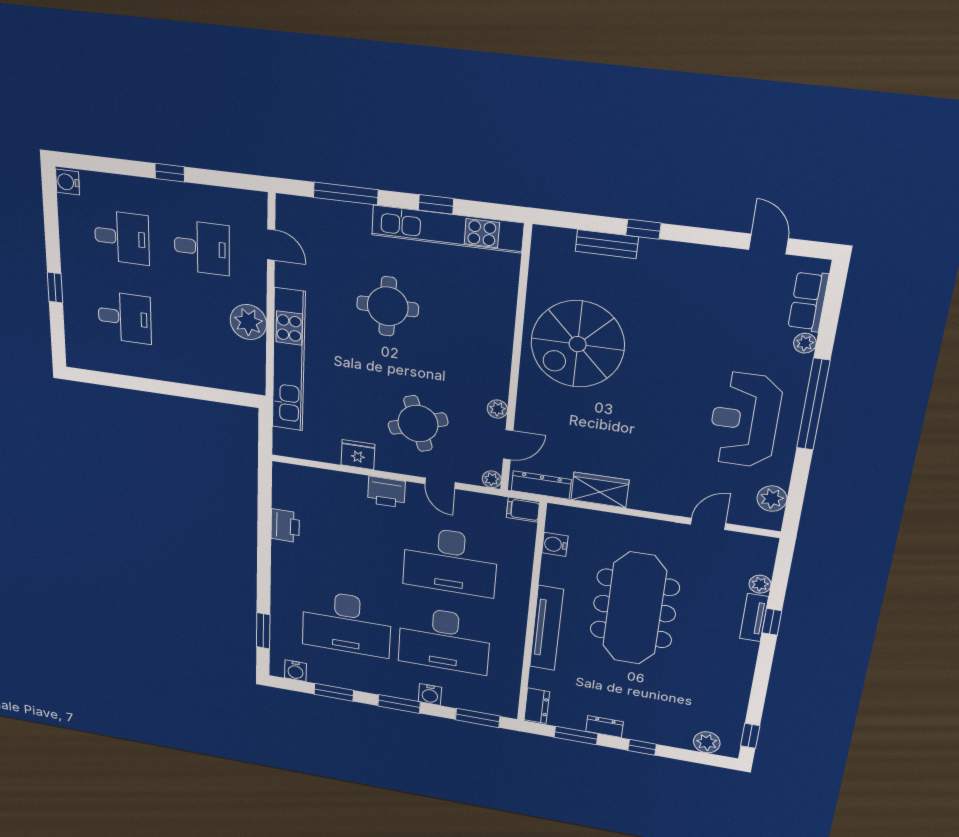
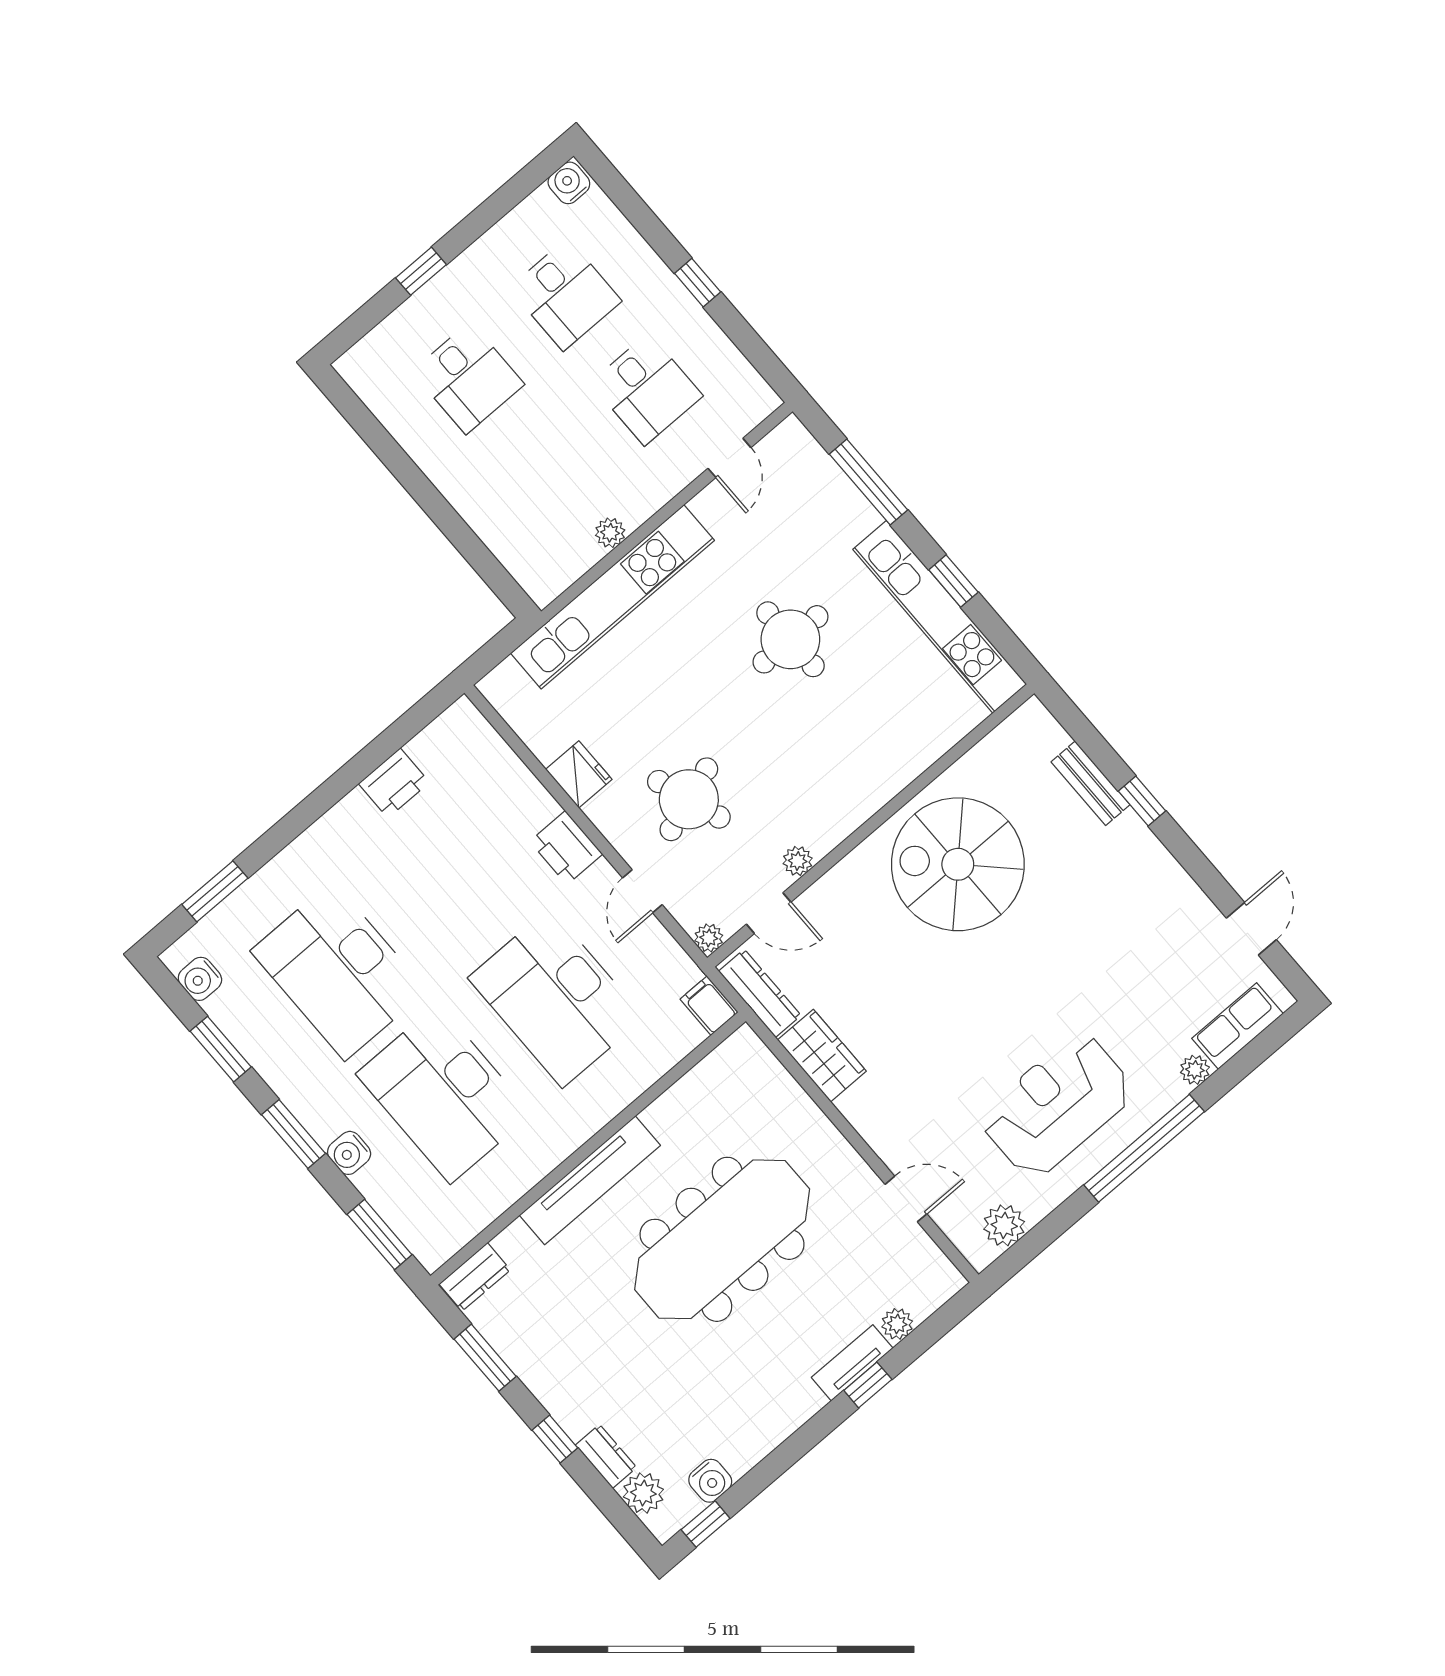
plant: (248, 322) -> (610, 533), width x0.53, depth x0.53
water cooler: (555, 544) -> (710, 1481), moved, turned 180
dresser: (605, 727) -> (606, 1456), moved

